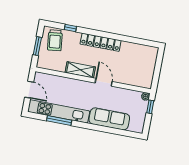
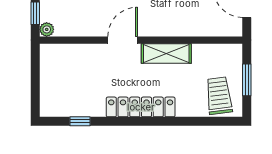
window: (70, 28) -> (80, 121), moved
door: (104, 82) -> (123, 40), swing flipped

